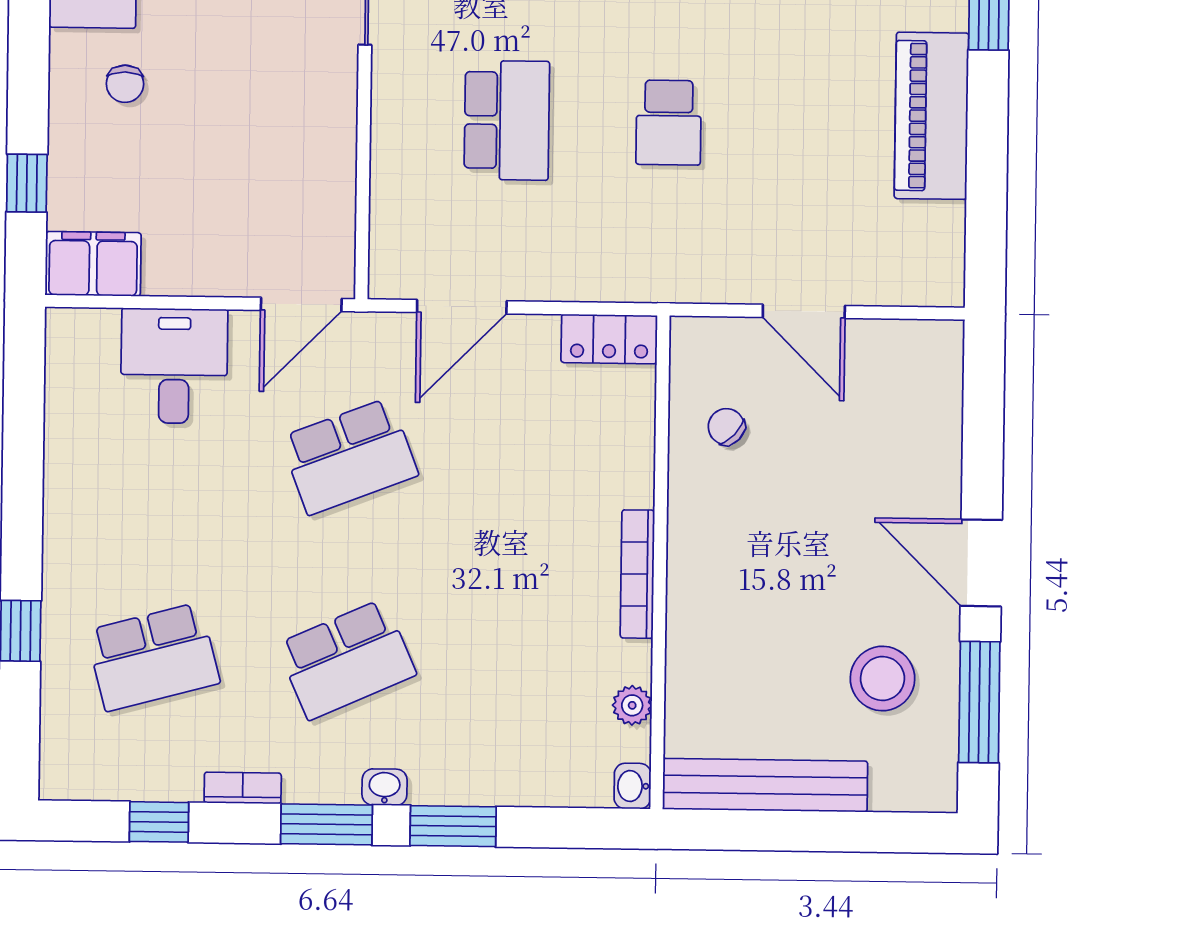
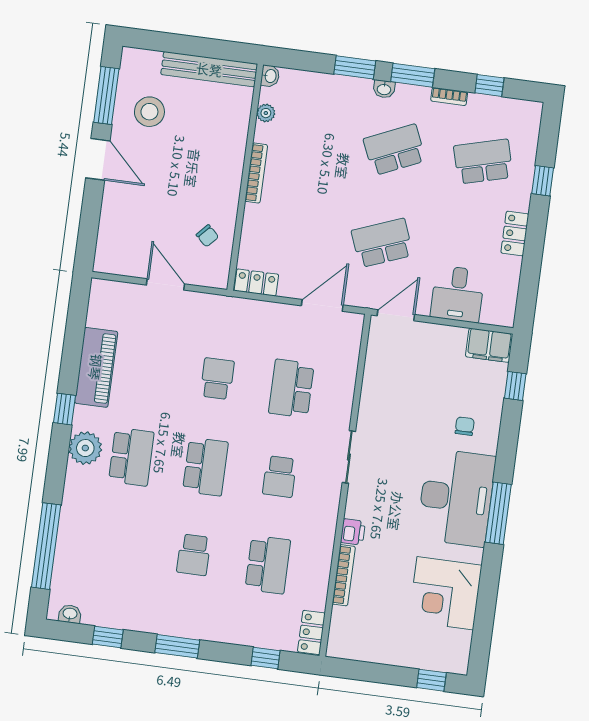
locker: (67, 510) -> (515, 233), added

